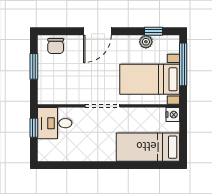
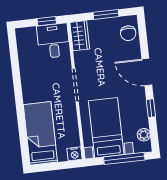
window: (153, 31) -> (151, 108), moved
plant: (146, 42) -> (144, 135), moved
chair: (56, 46) -> (128, 33), turned -90
wardrobe: (53, 96) -> (80, 36), added

